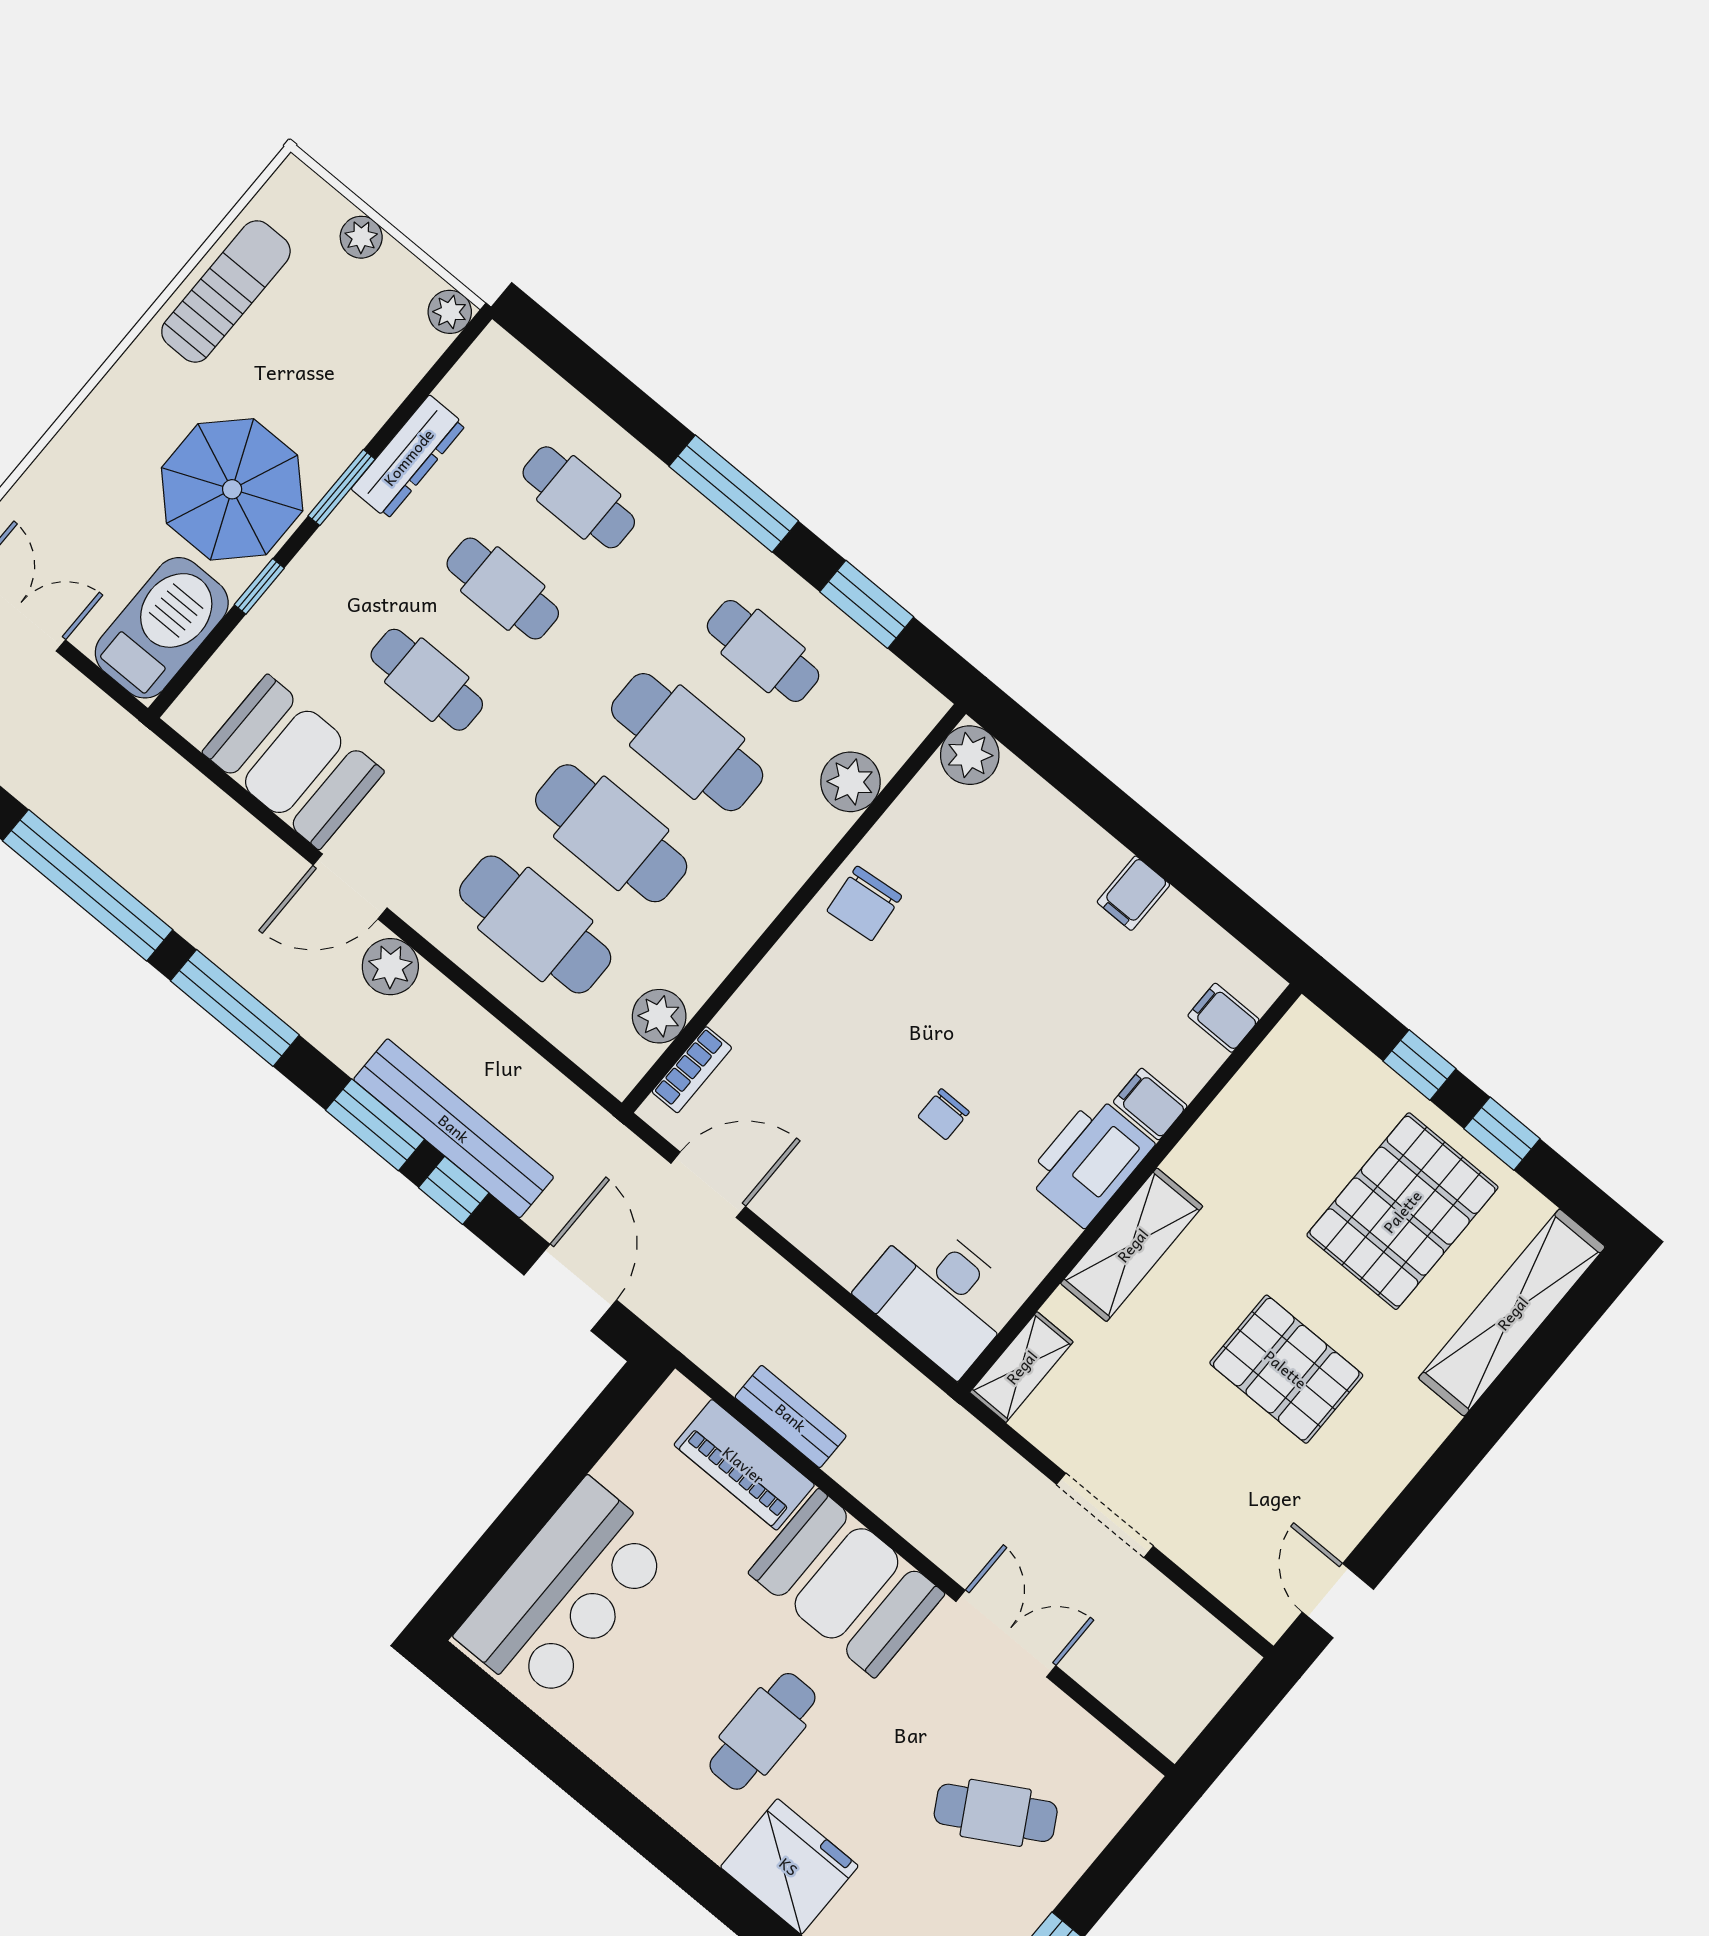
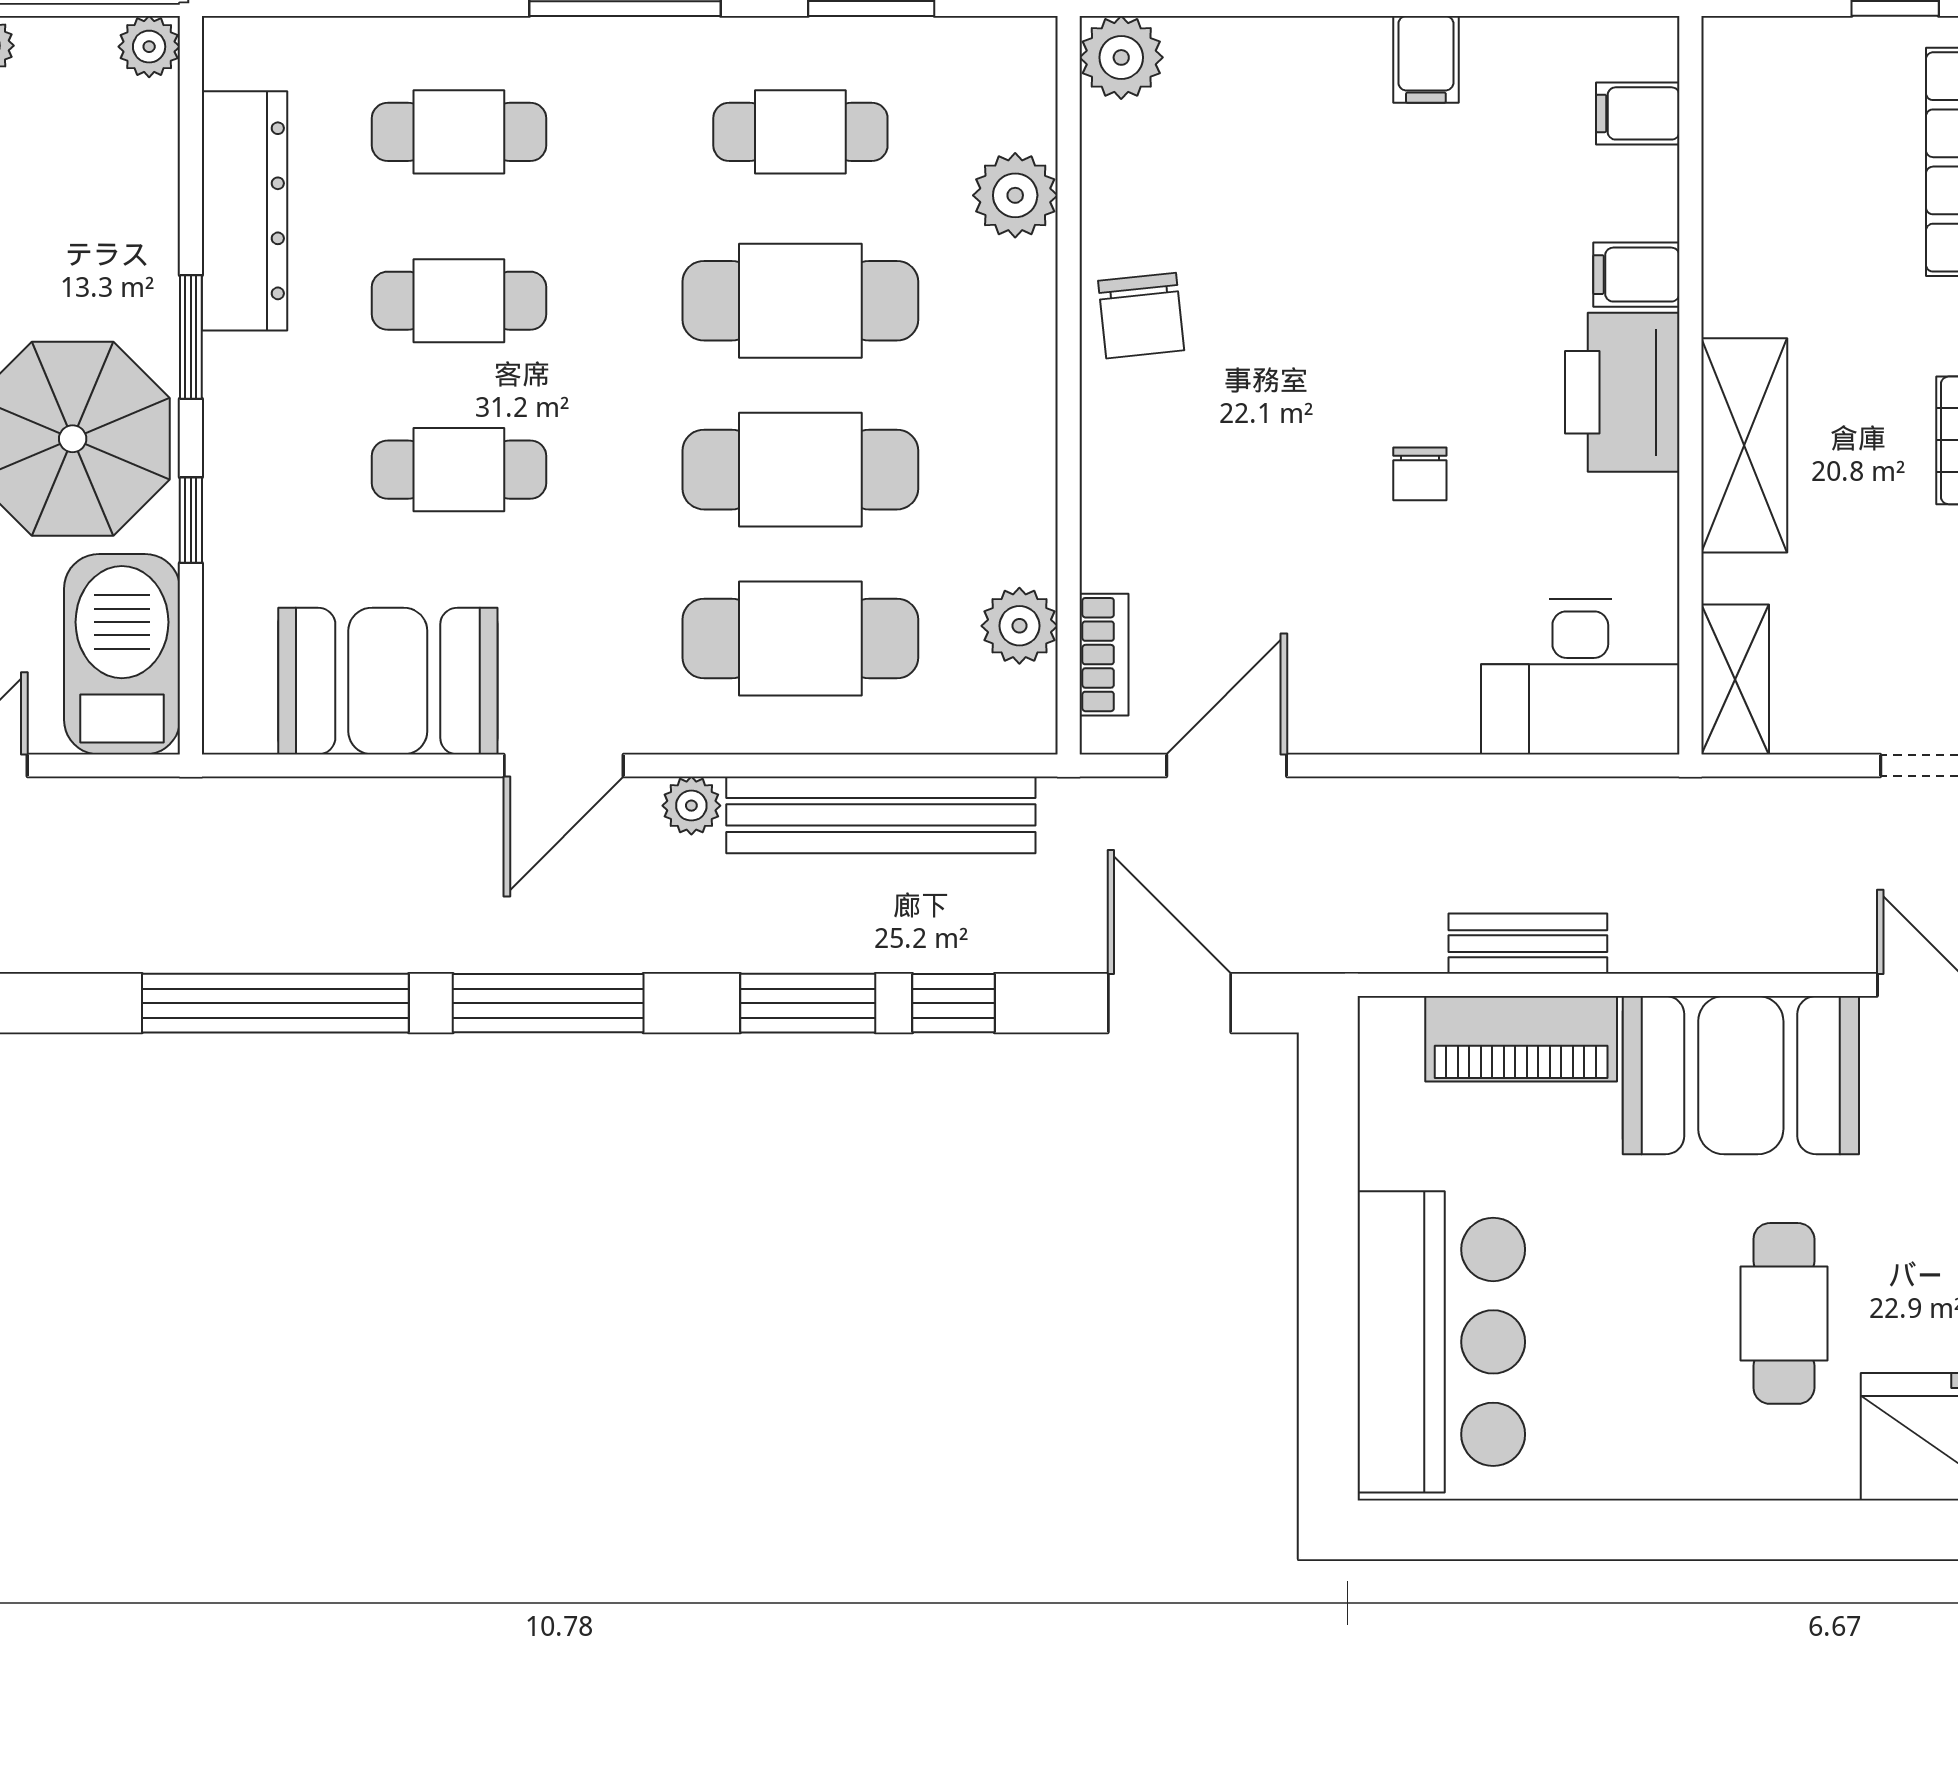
dresser: (408, 457) -> (244, 211), width x1.37, depth x1.24
plant: (390, 967) -> (691, 806), width x0.73, depth x0.73
bench: (454, 1128) -> (881, 815), moved

